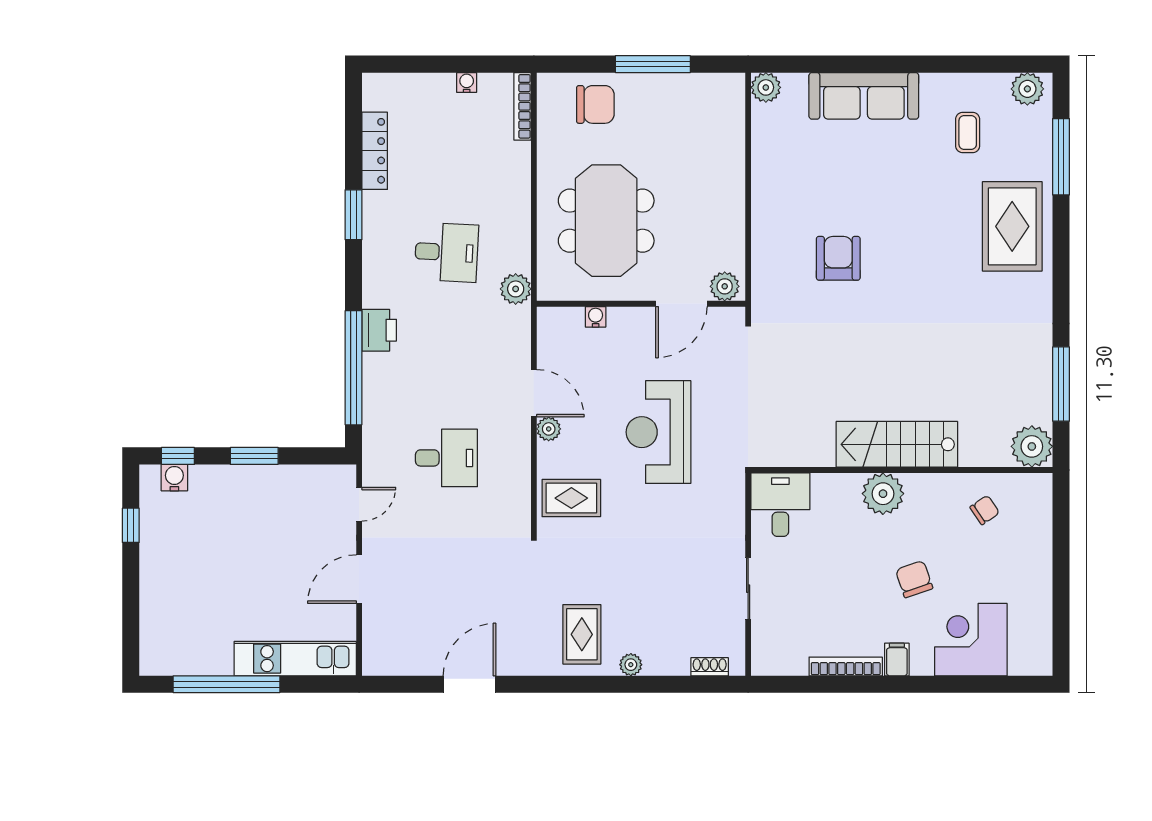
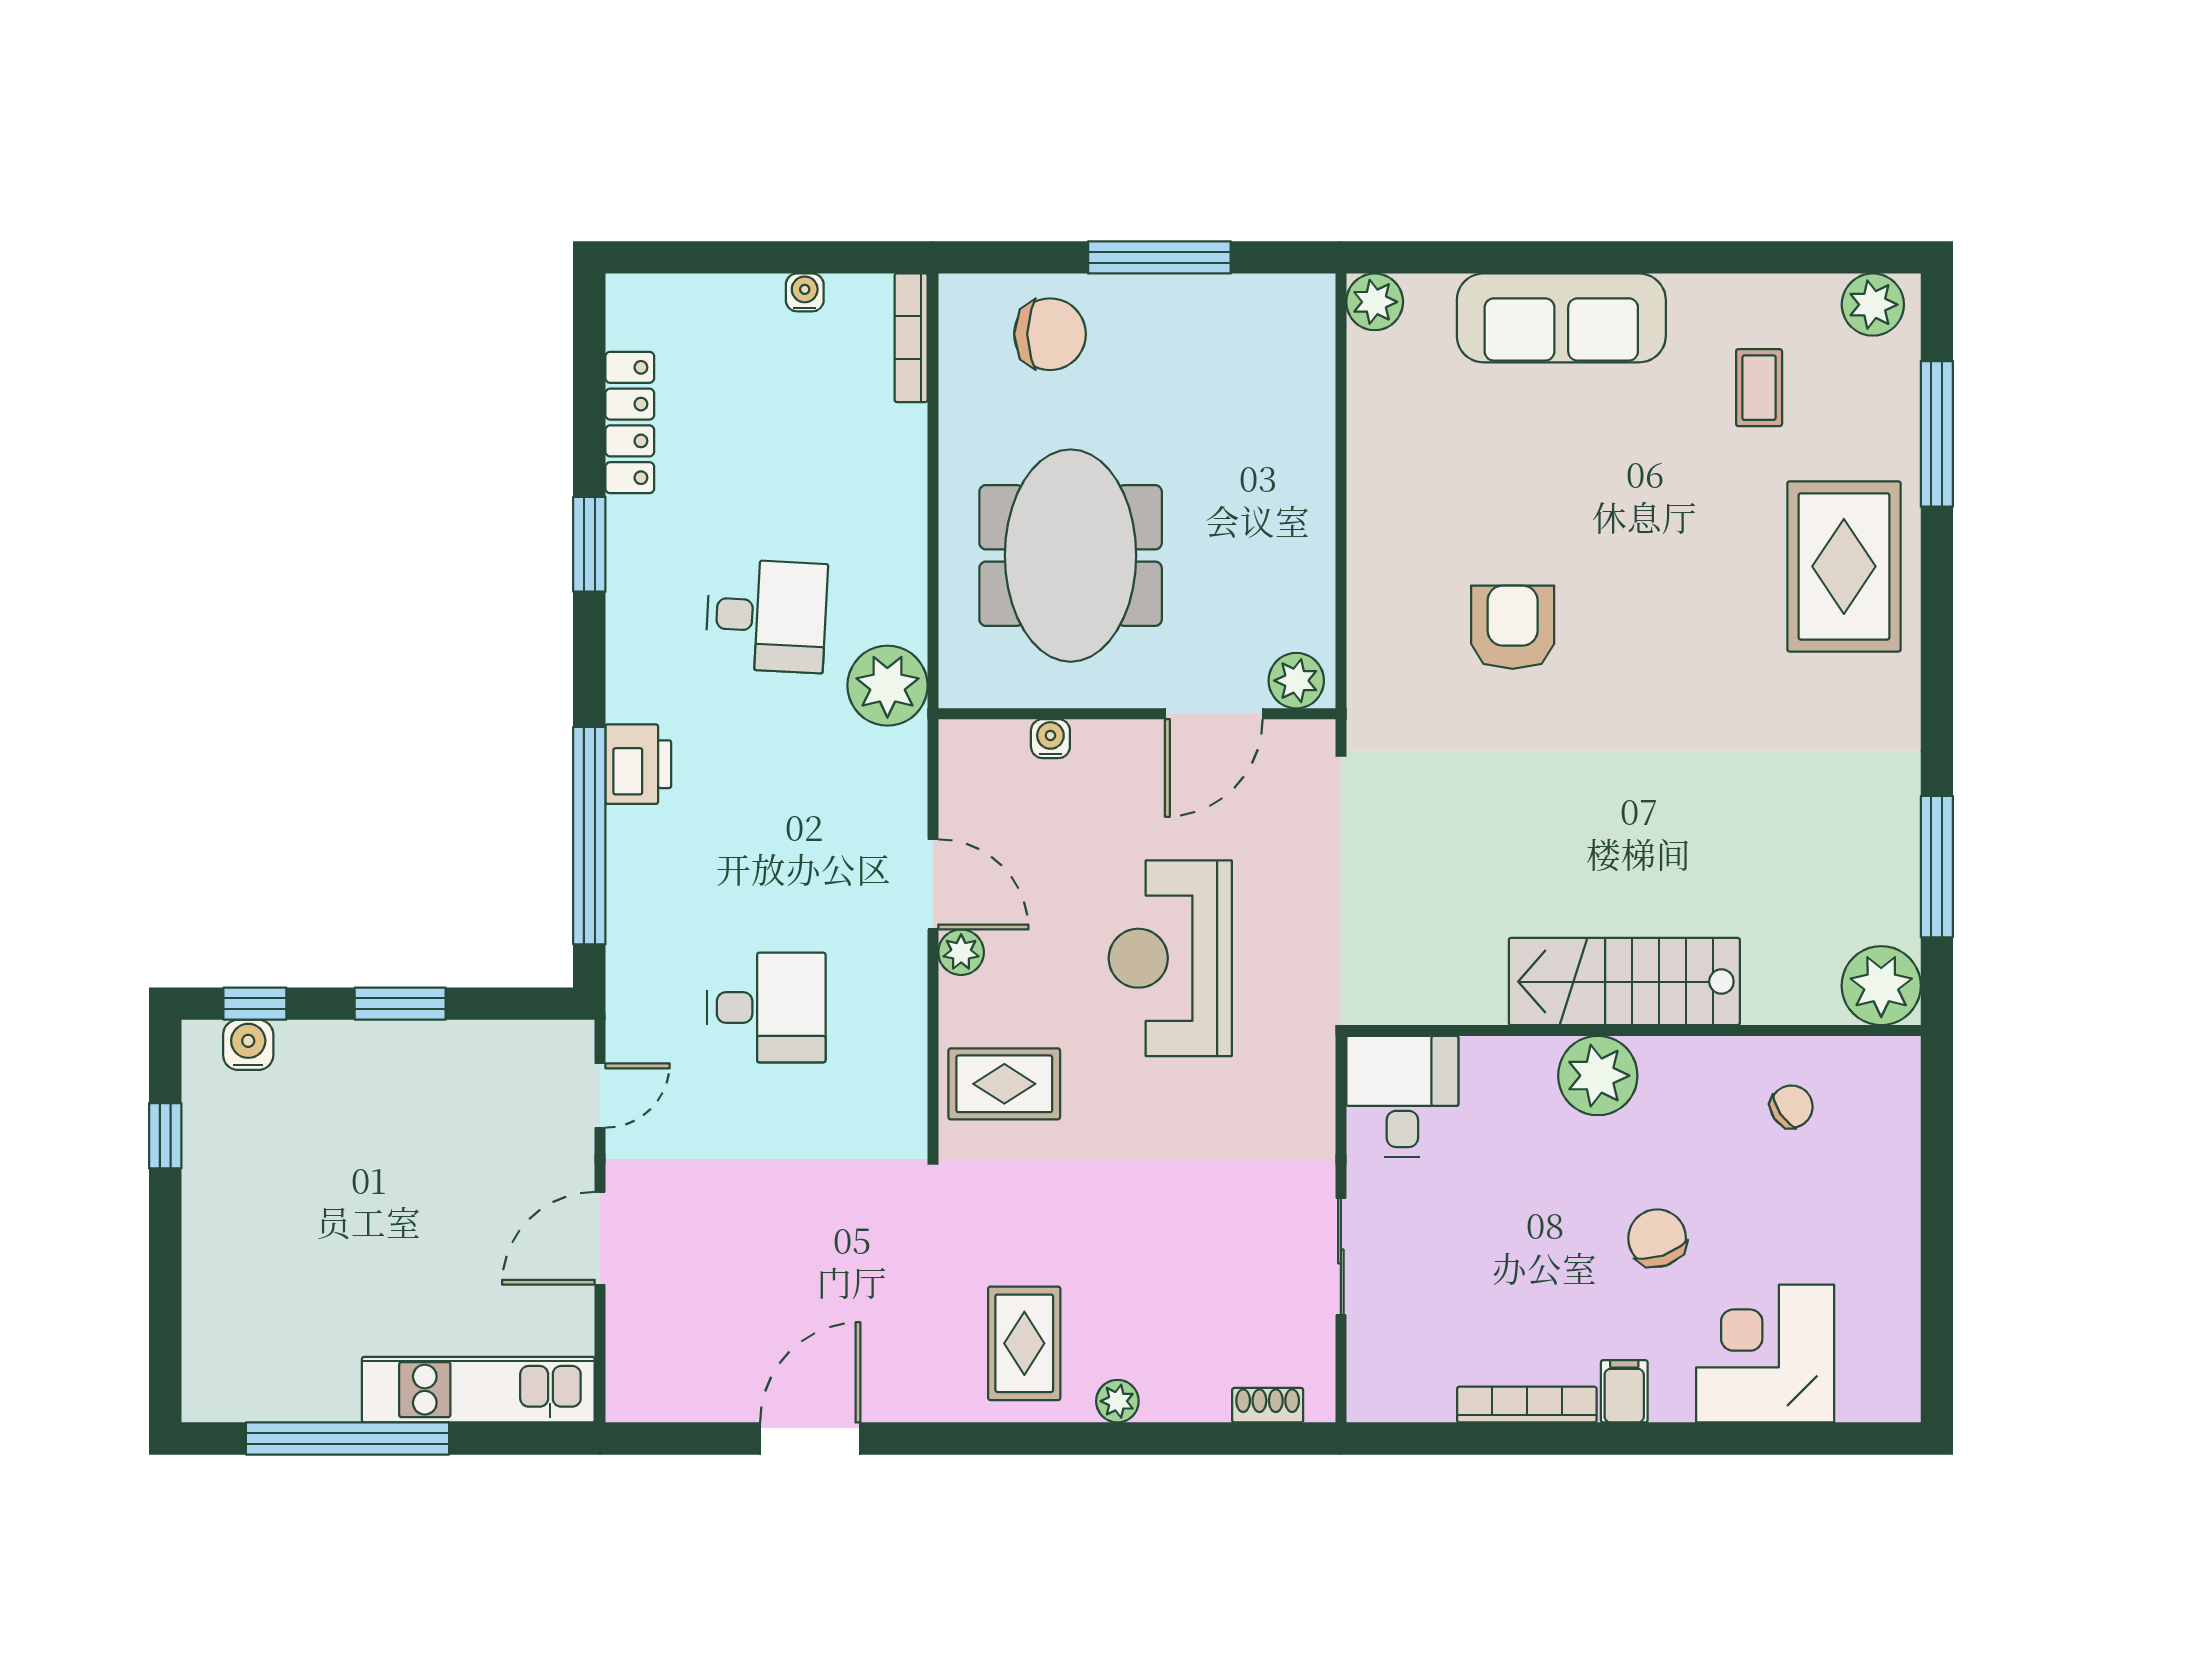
plant: (516, 289) -> (887, 686), width x1.36, depth x1.36

